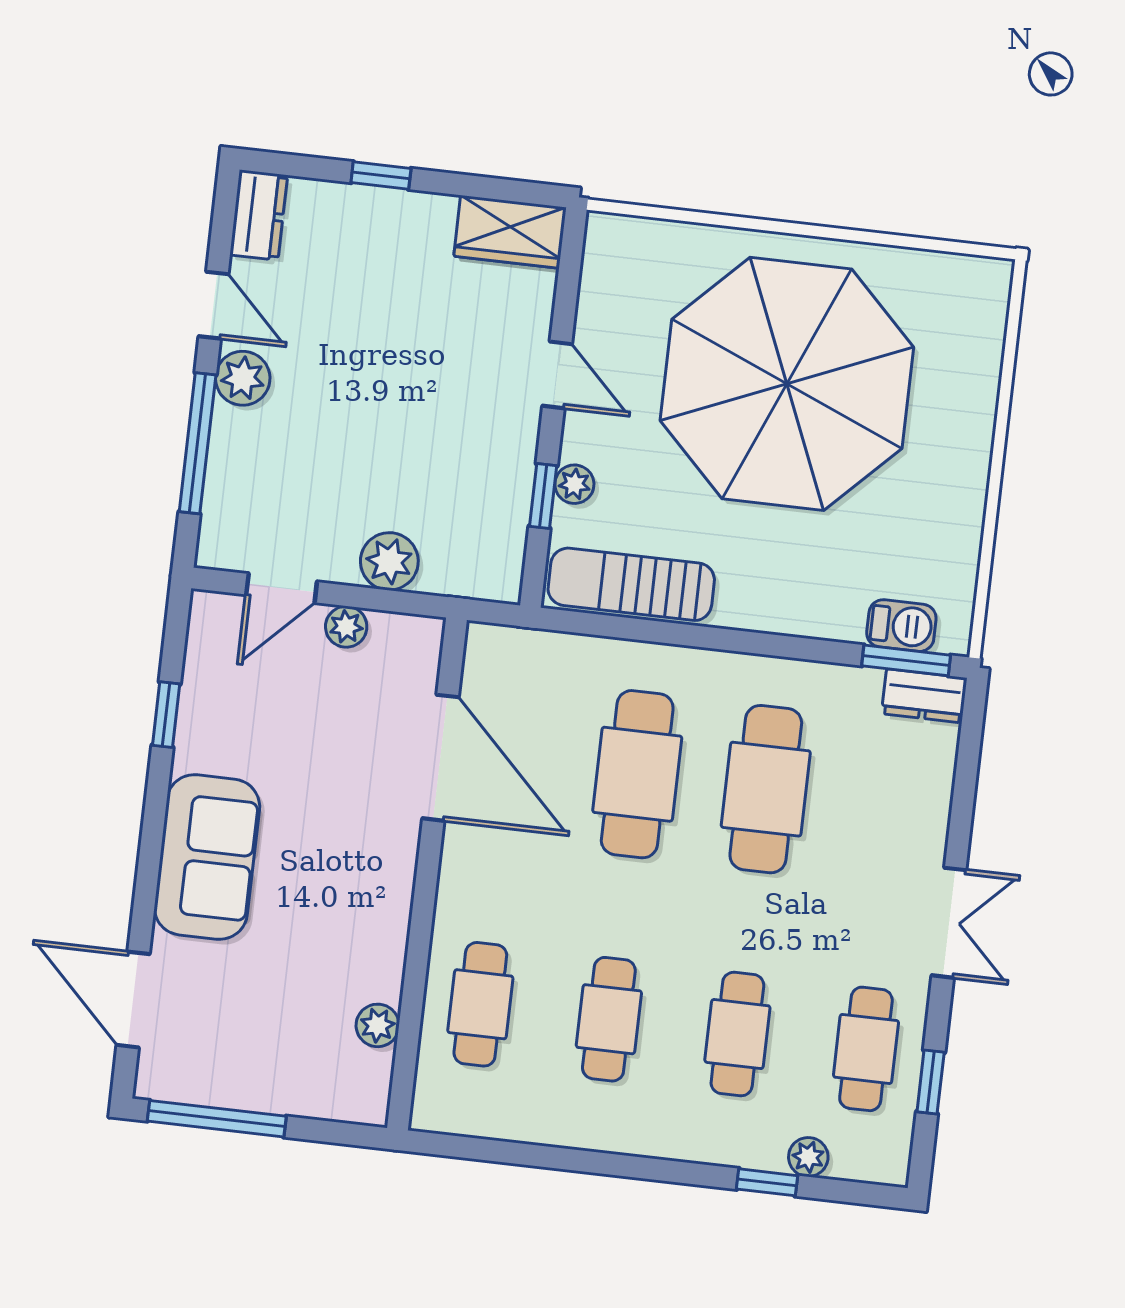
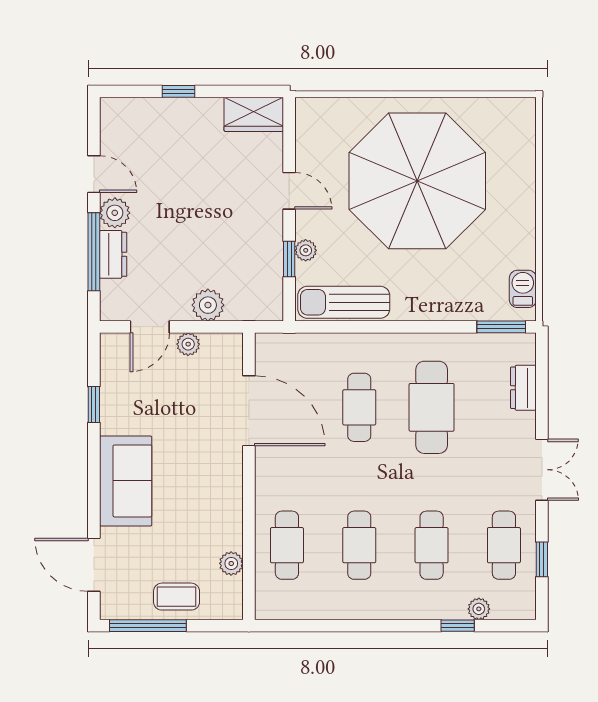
dresser: (259, 215) -> (113, 254), moved
barbecue: (901, 626) -> (523, 289), moved, turned -90
dresser: (924, 696) -> (523, 388), moved, turned 90
cafe table: (637, 774) -> (359, 407), width x0.73, depth x0.74
coffee table: (274, 1073) -> (177, 597), added

